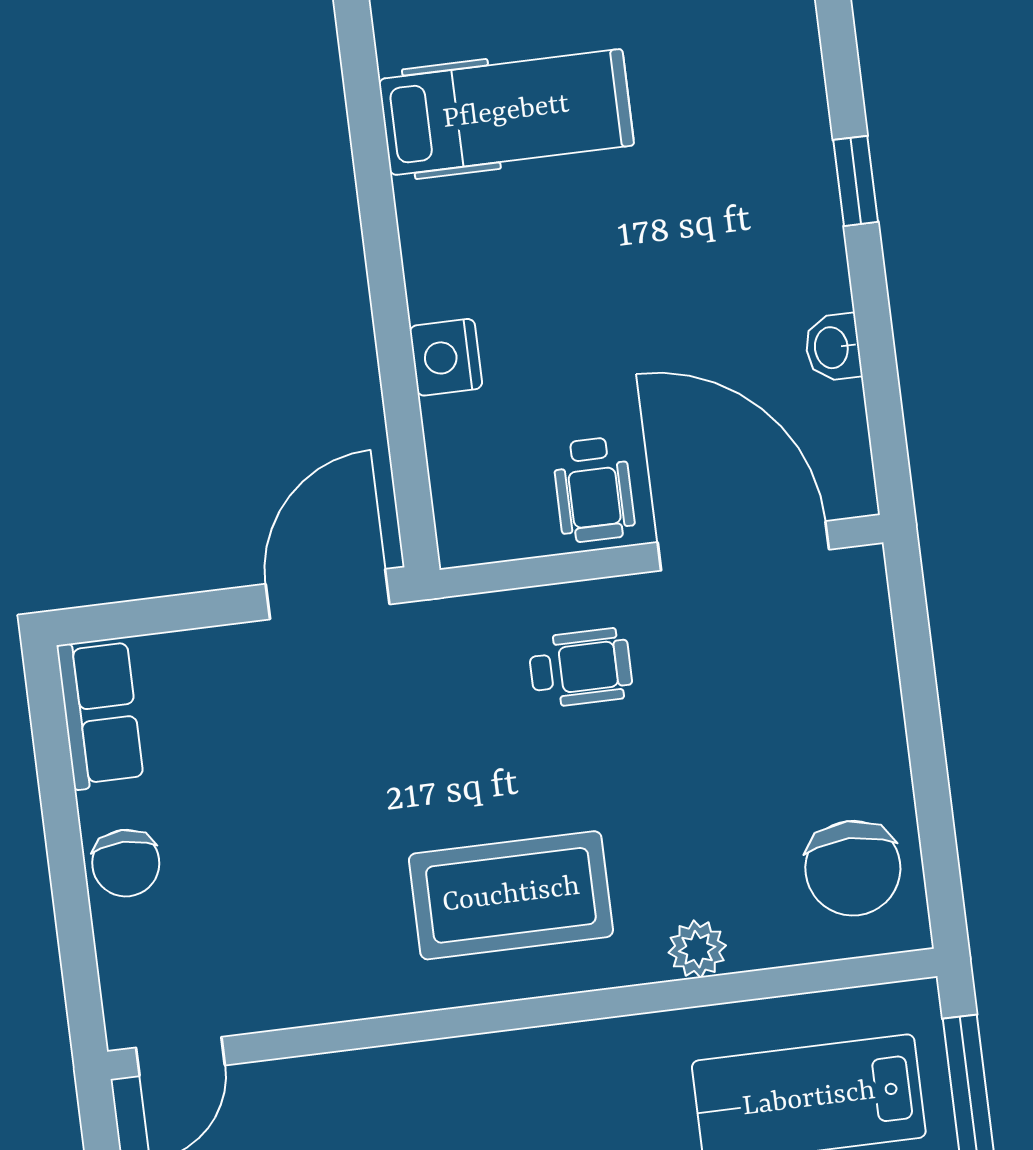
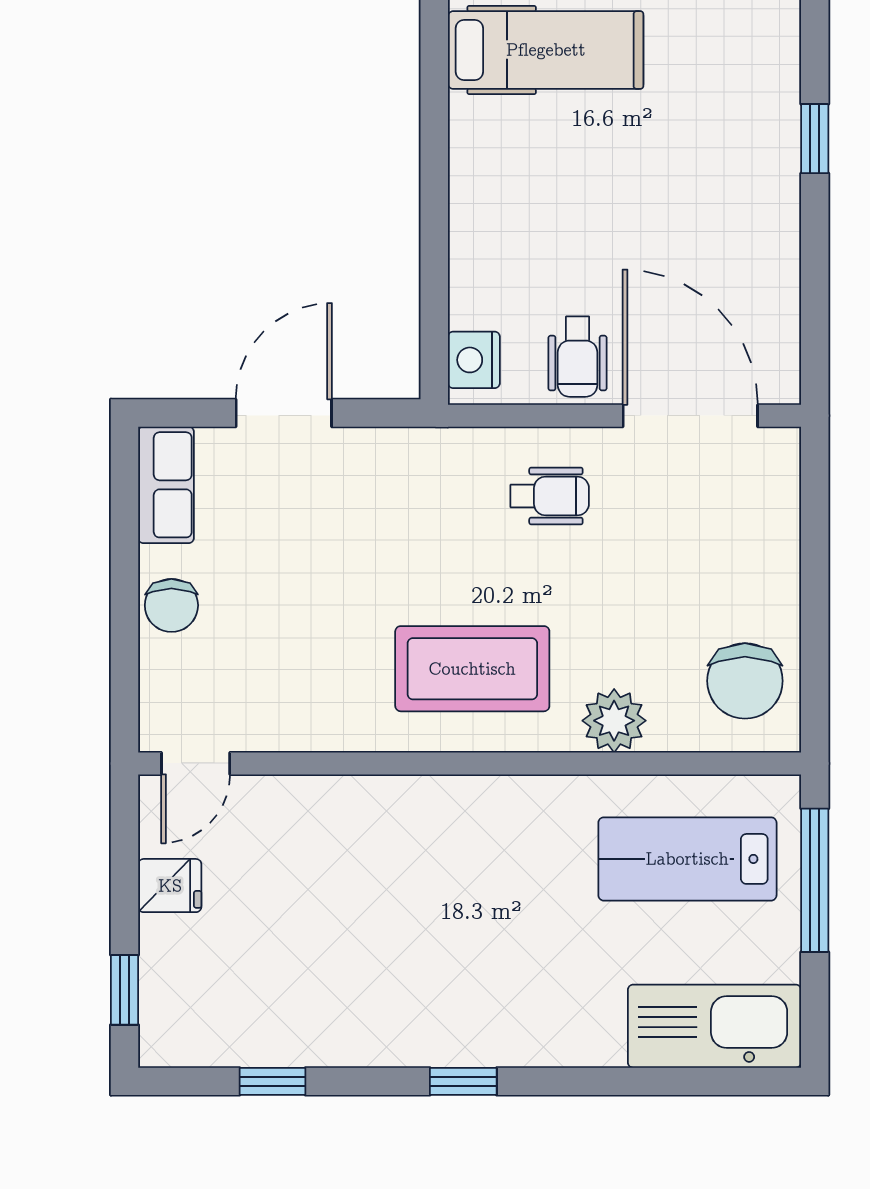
washbasin: (833, 347) -> (780, 268), removed
nightstand: (446, 357) -> (474, 360), moved
door: (328, 594) -> (284, 413), moved
plant: (697, 949) -> (614, 721), width x1.38, depth x1.38

